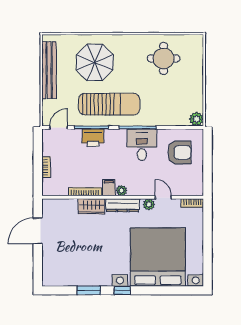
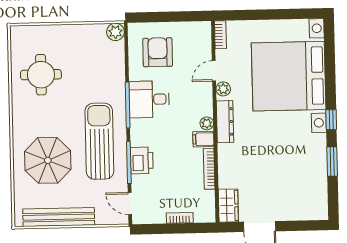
wardrobe: (91, 206) -> (228, 206), moved

